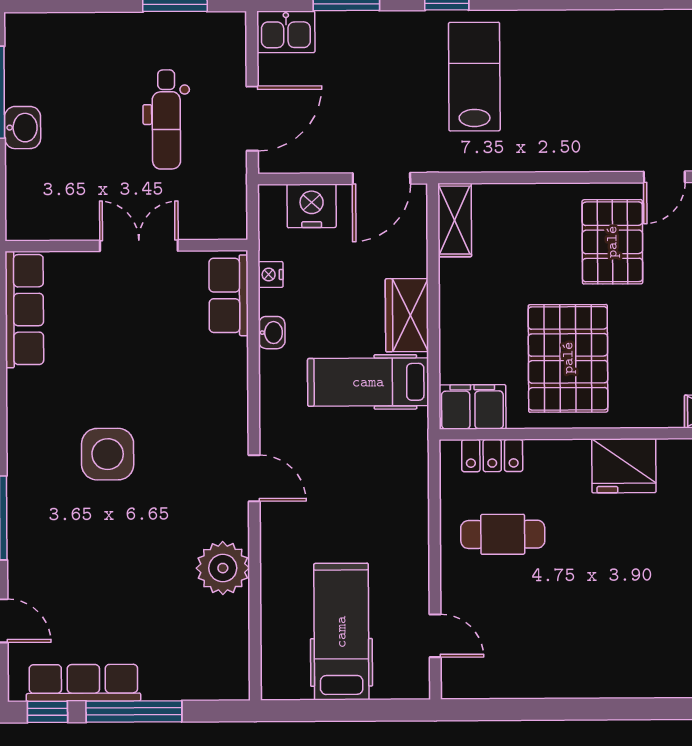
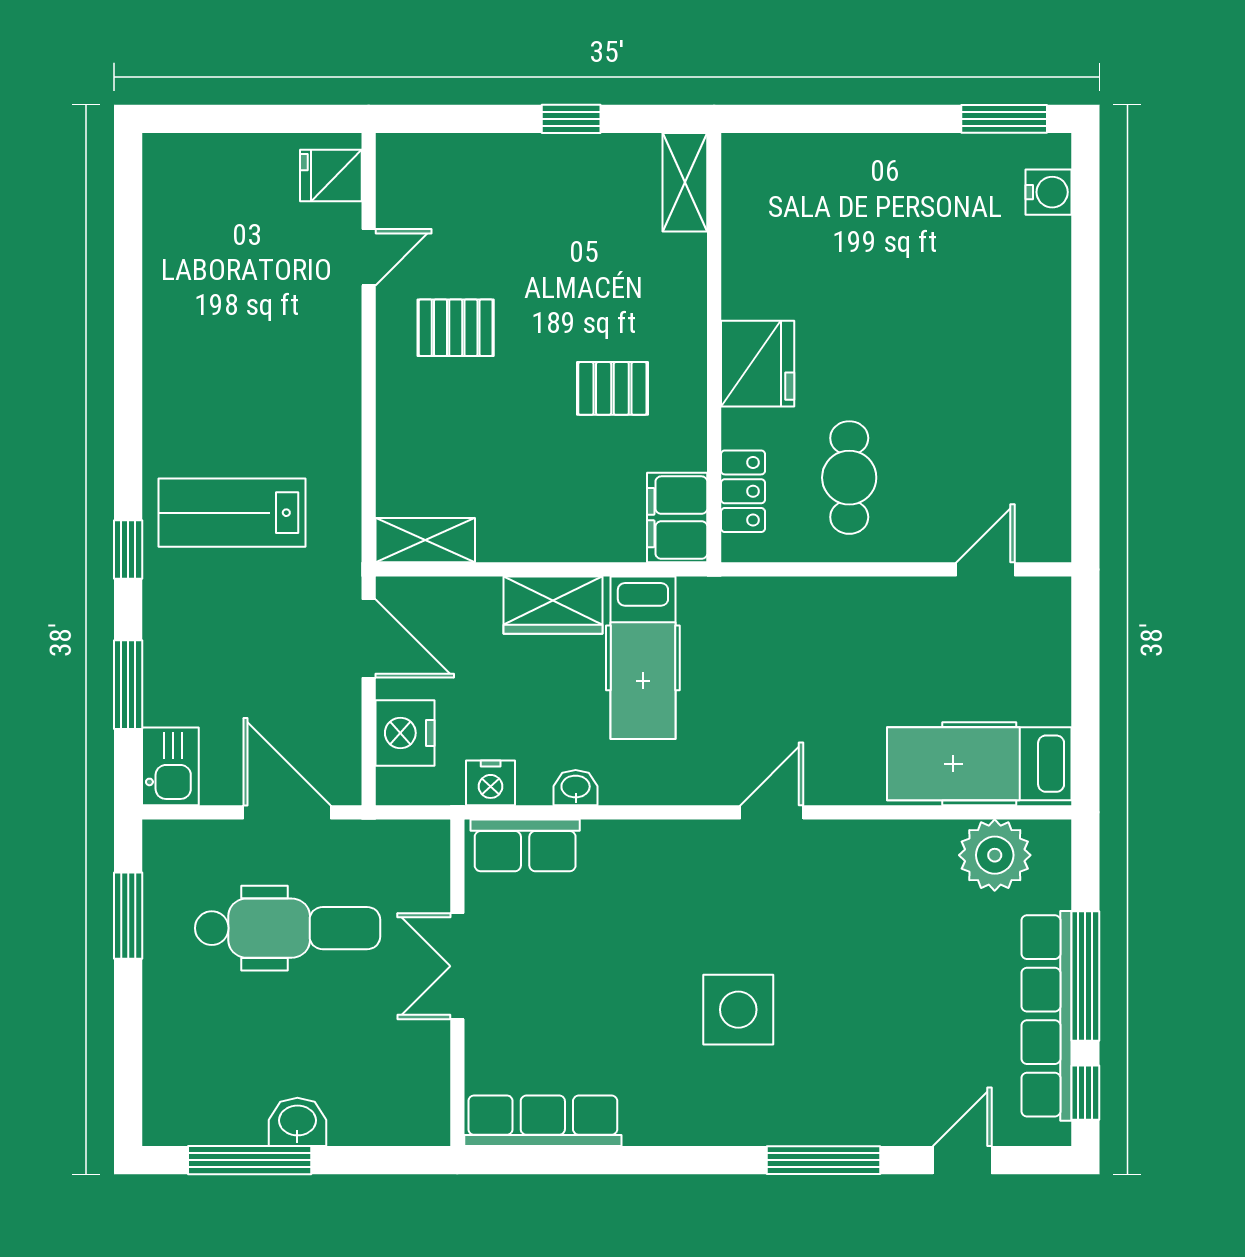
dental chair: (166, 119) -> (288, 928), width x1.36, depth x1.38
door: (664, 177) -> (369, 257), hinge flipped
pallet: (612, 242) -> (456, 328), width x0.67, depth x0.71
nightstand: (271, 275) -> (491, 783), width x1.39, depth x1.35
pallet: (568, 358) -> (612, 388), width x0.49, depth x0.50
fridge: (624, 466) -> (758, 364), moved
plant: (223, 568) -> (995, 855), moved
hospital bed: (341, 632) -> (979, 764), moved
row of seats: (83, 683) -> (1046, 1016), width x1.36

